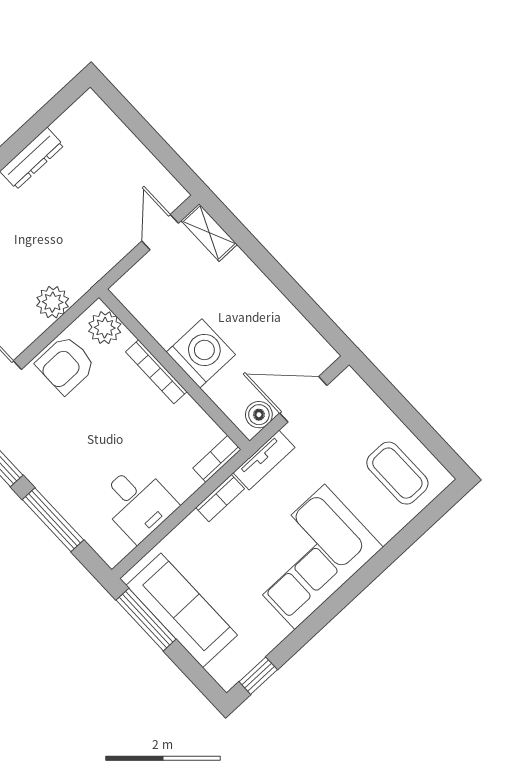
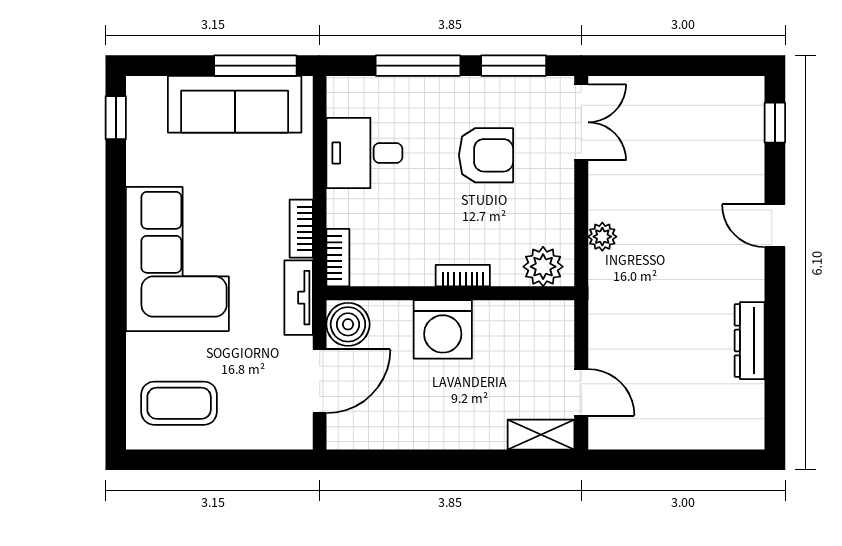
plant: (53, 302) -> (602, 237), width x0.73, depth x0.73
armchair: (66, 365) -> (486, 155), moved, turned 90
bookcase: (156, 372) -> (463, 276), width x0.64
boiler: (259, 415) -> (348, 324), width x1.36, depth x1.36

